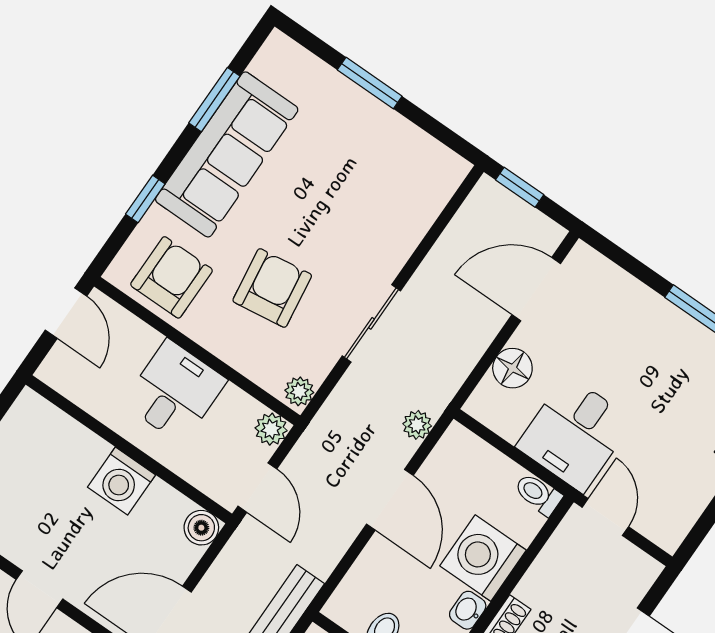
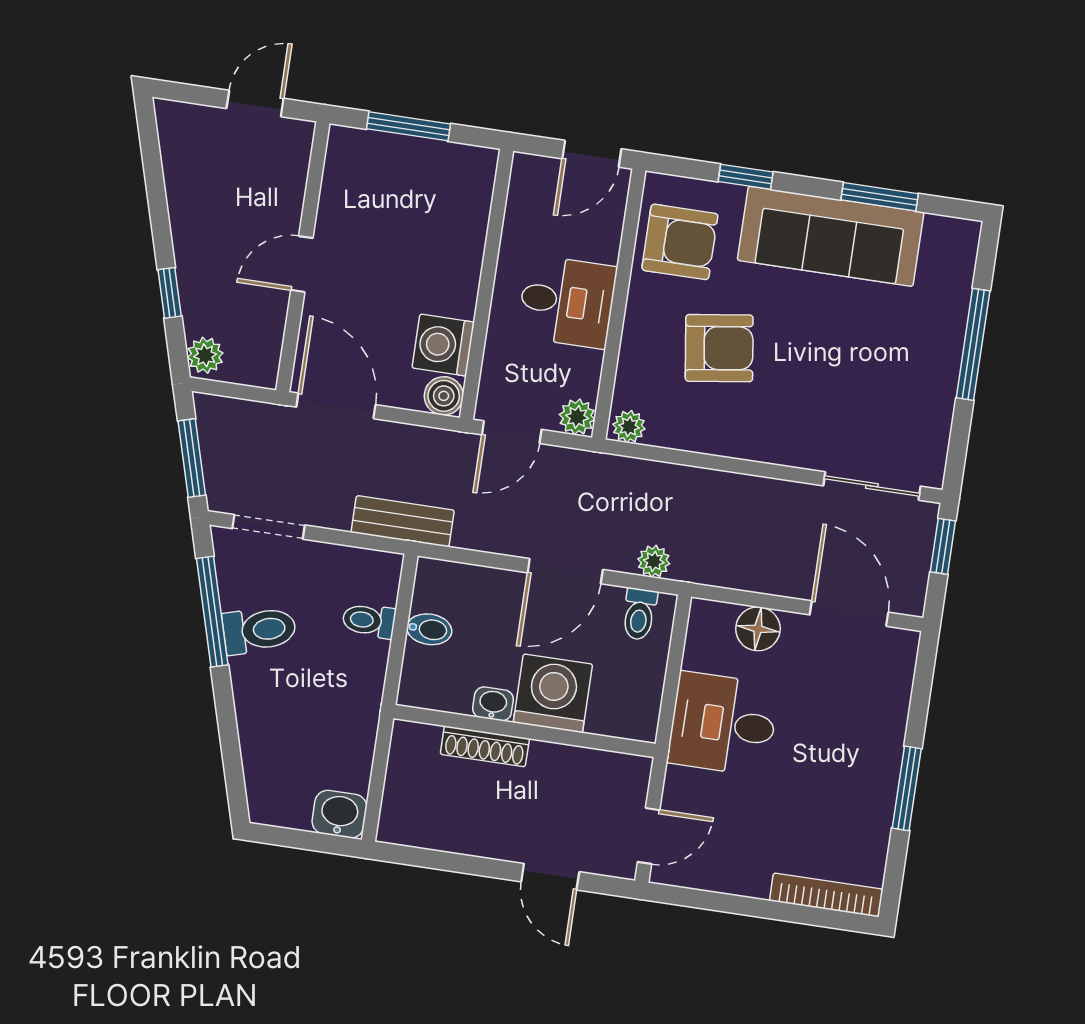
window: (370, 83) -> (973, 344), width x1.44
sliding door: (371, 323) -> (872, 486), moved
washing machine: (121, 481) -> (443, 345), moved
toilet: (538, 494) -> (639, 614), moved, turned 180
door: (605, 517) -> (649, 836), moved

